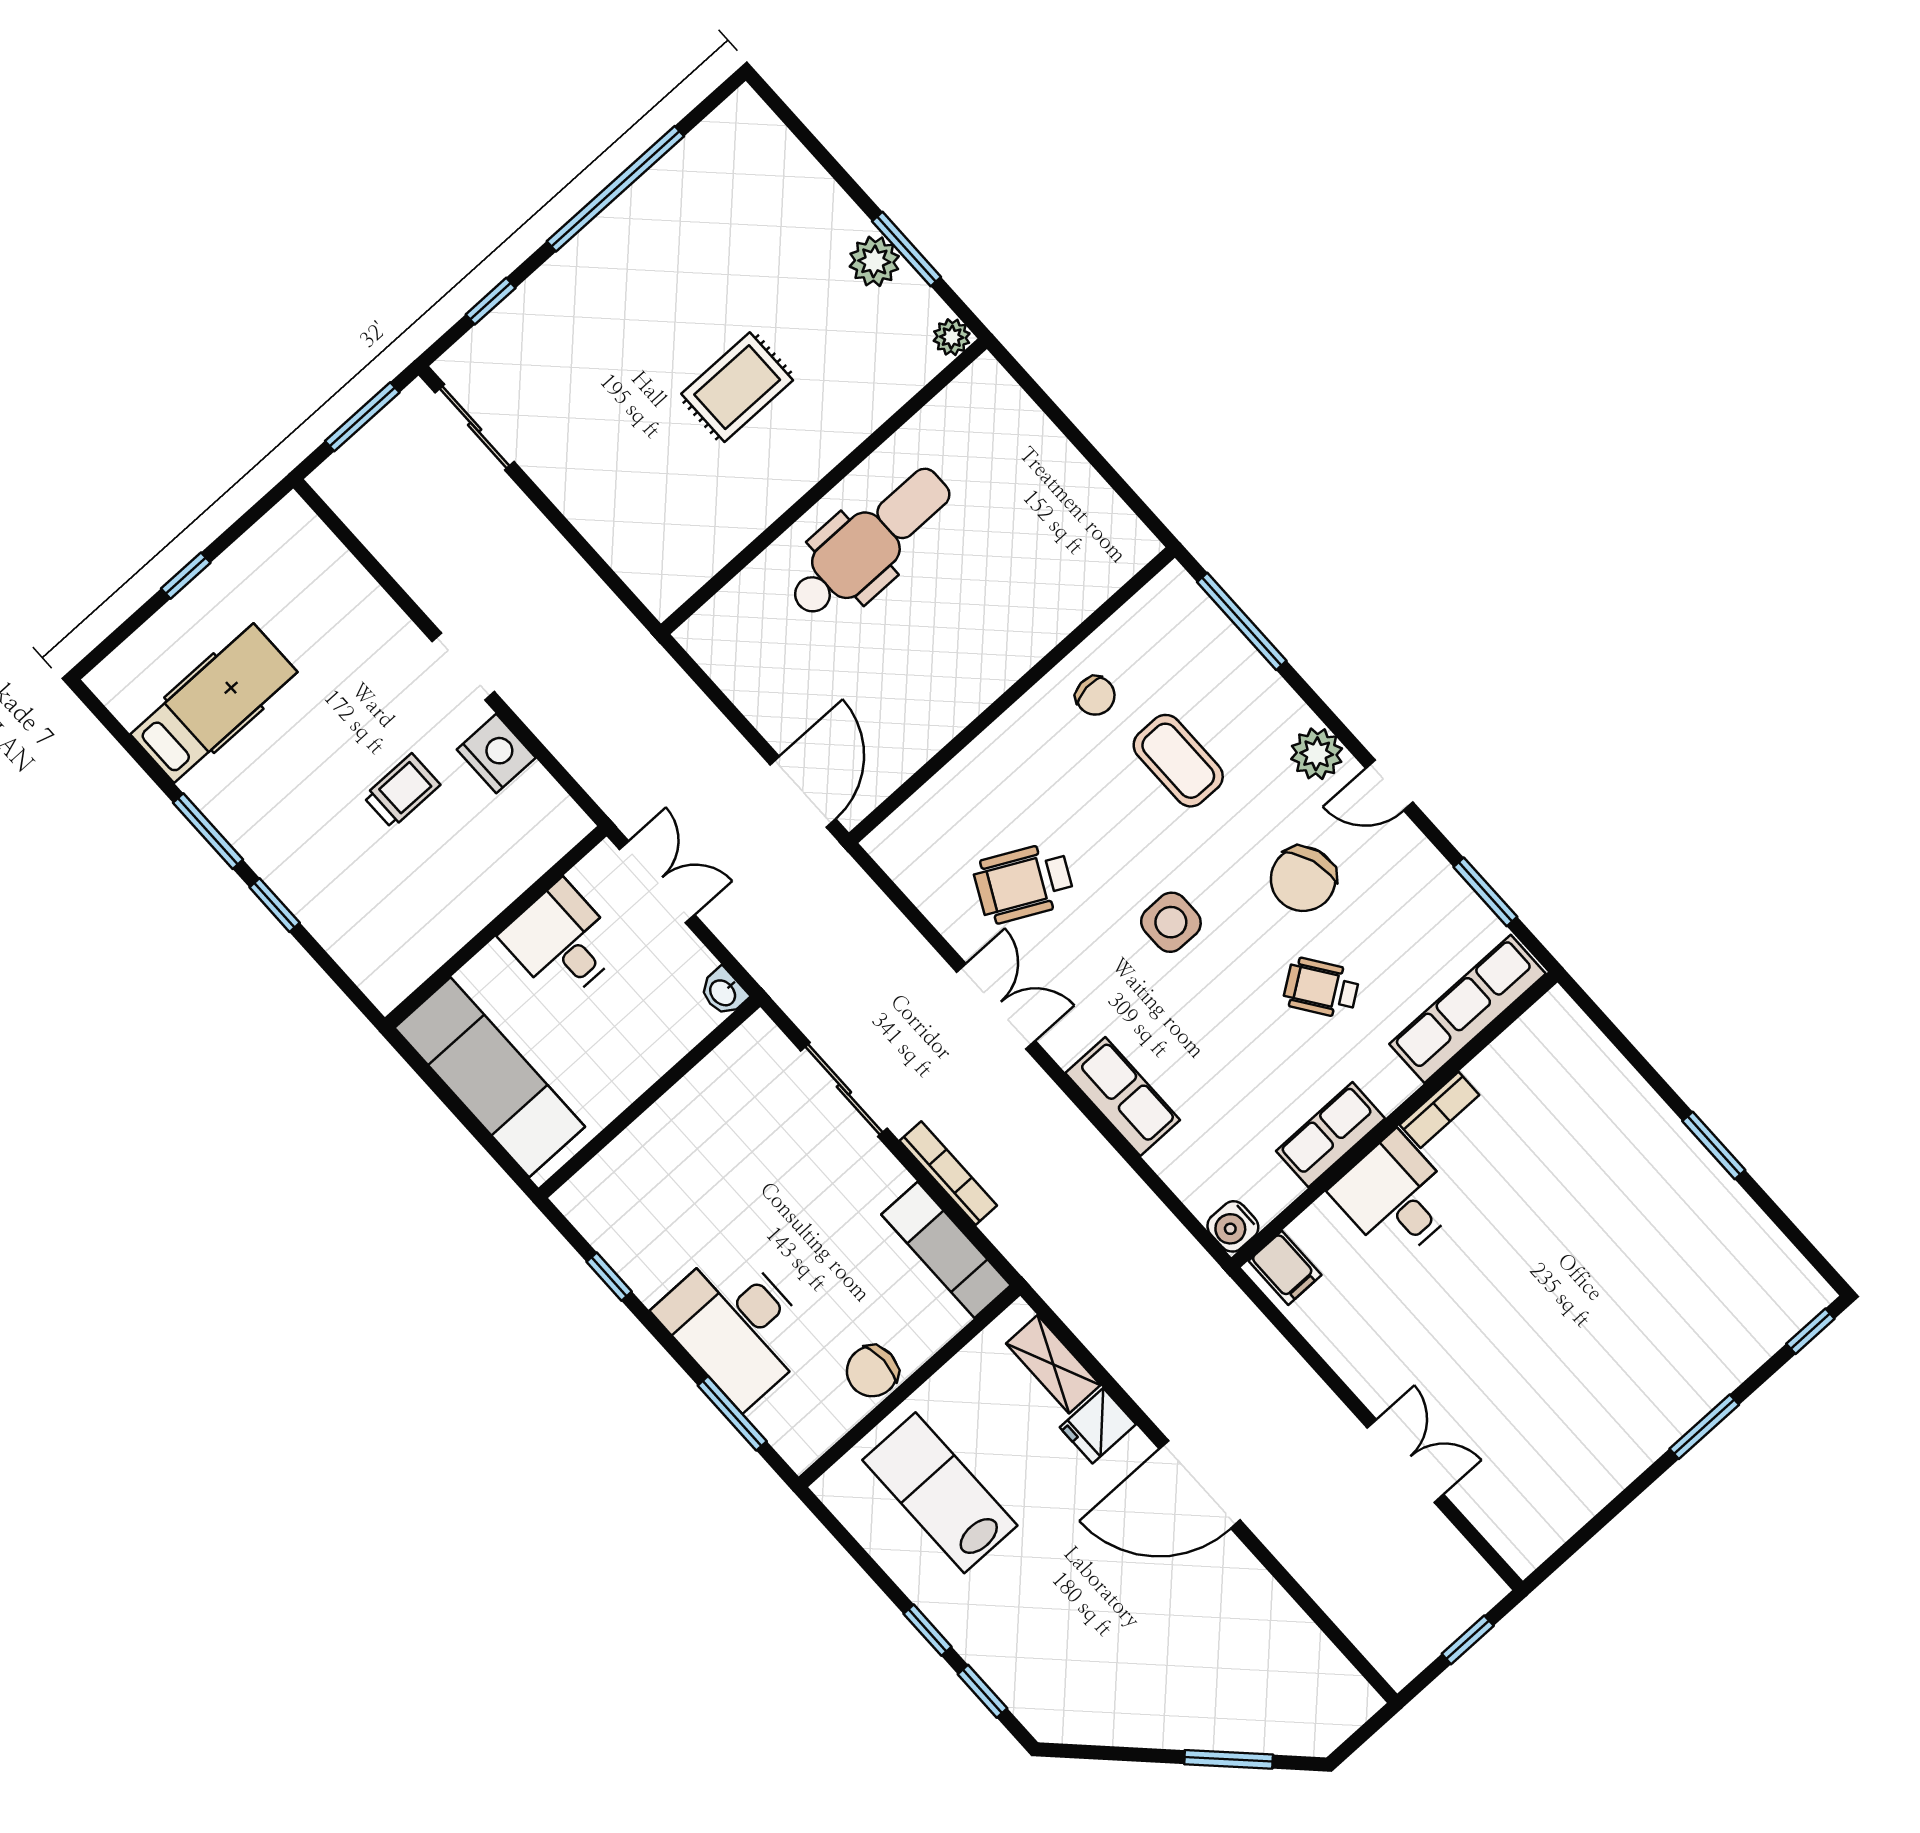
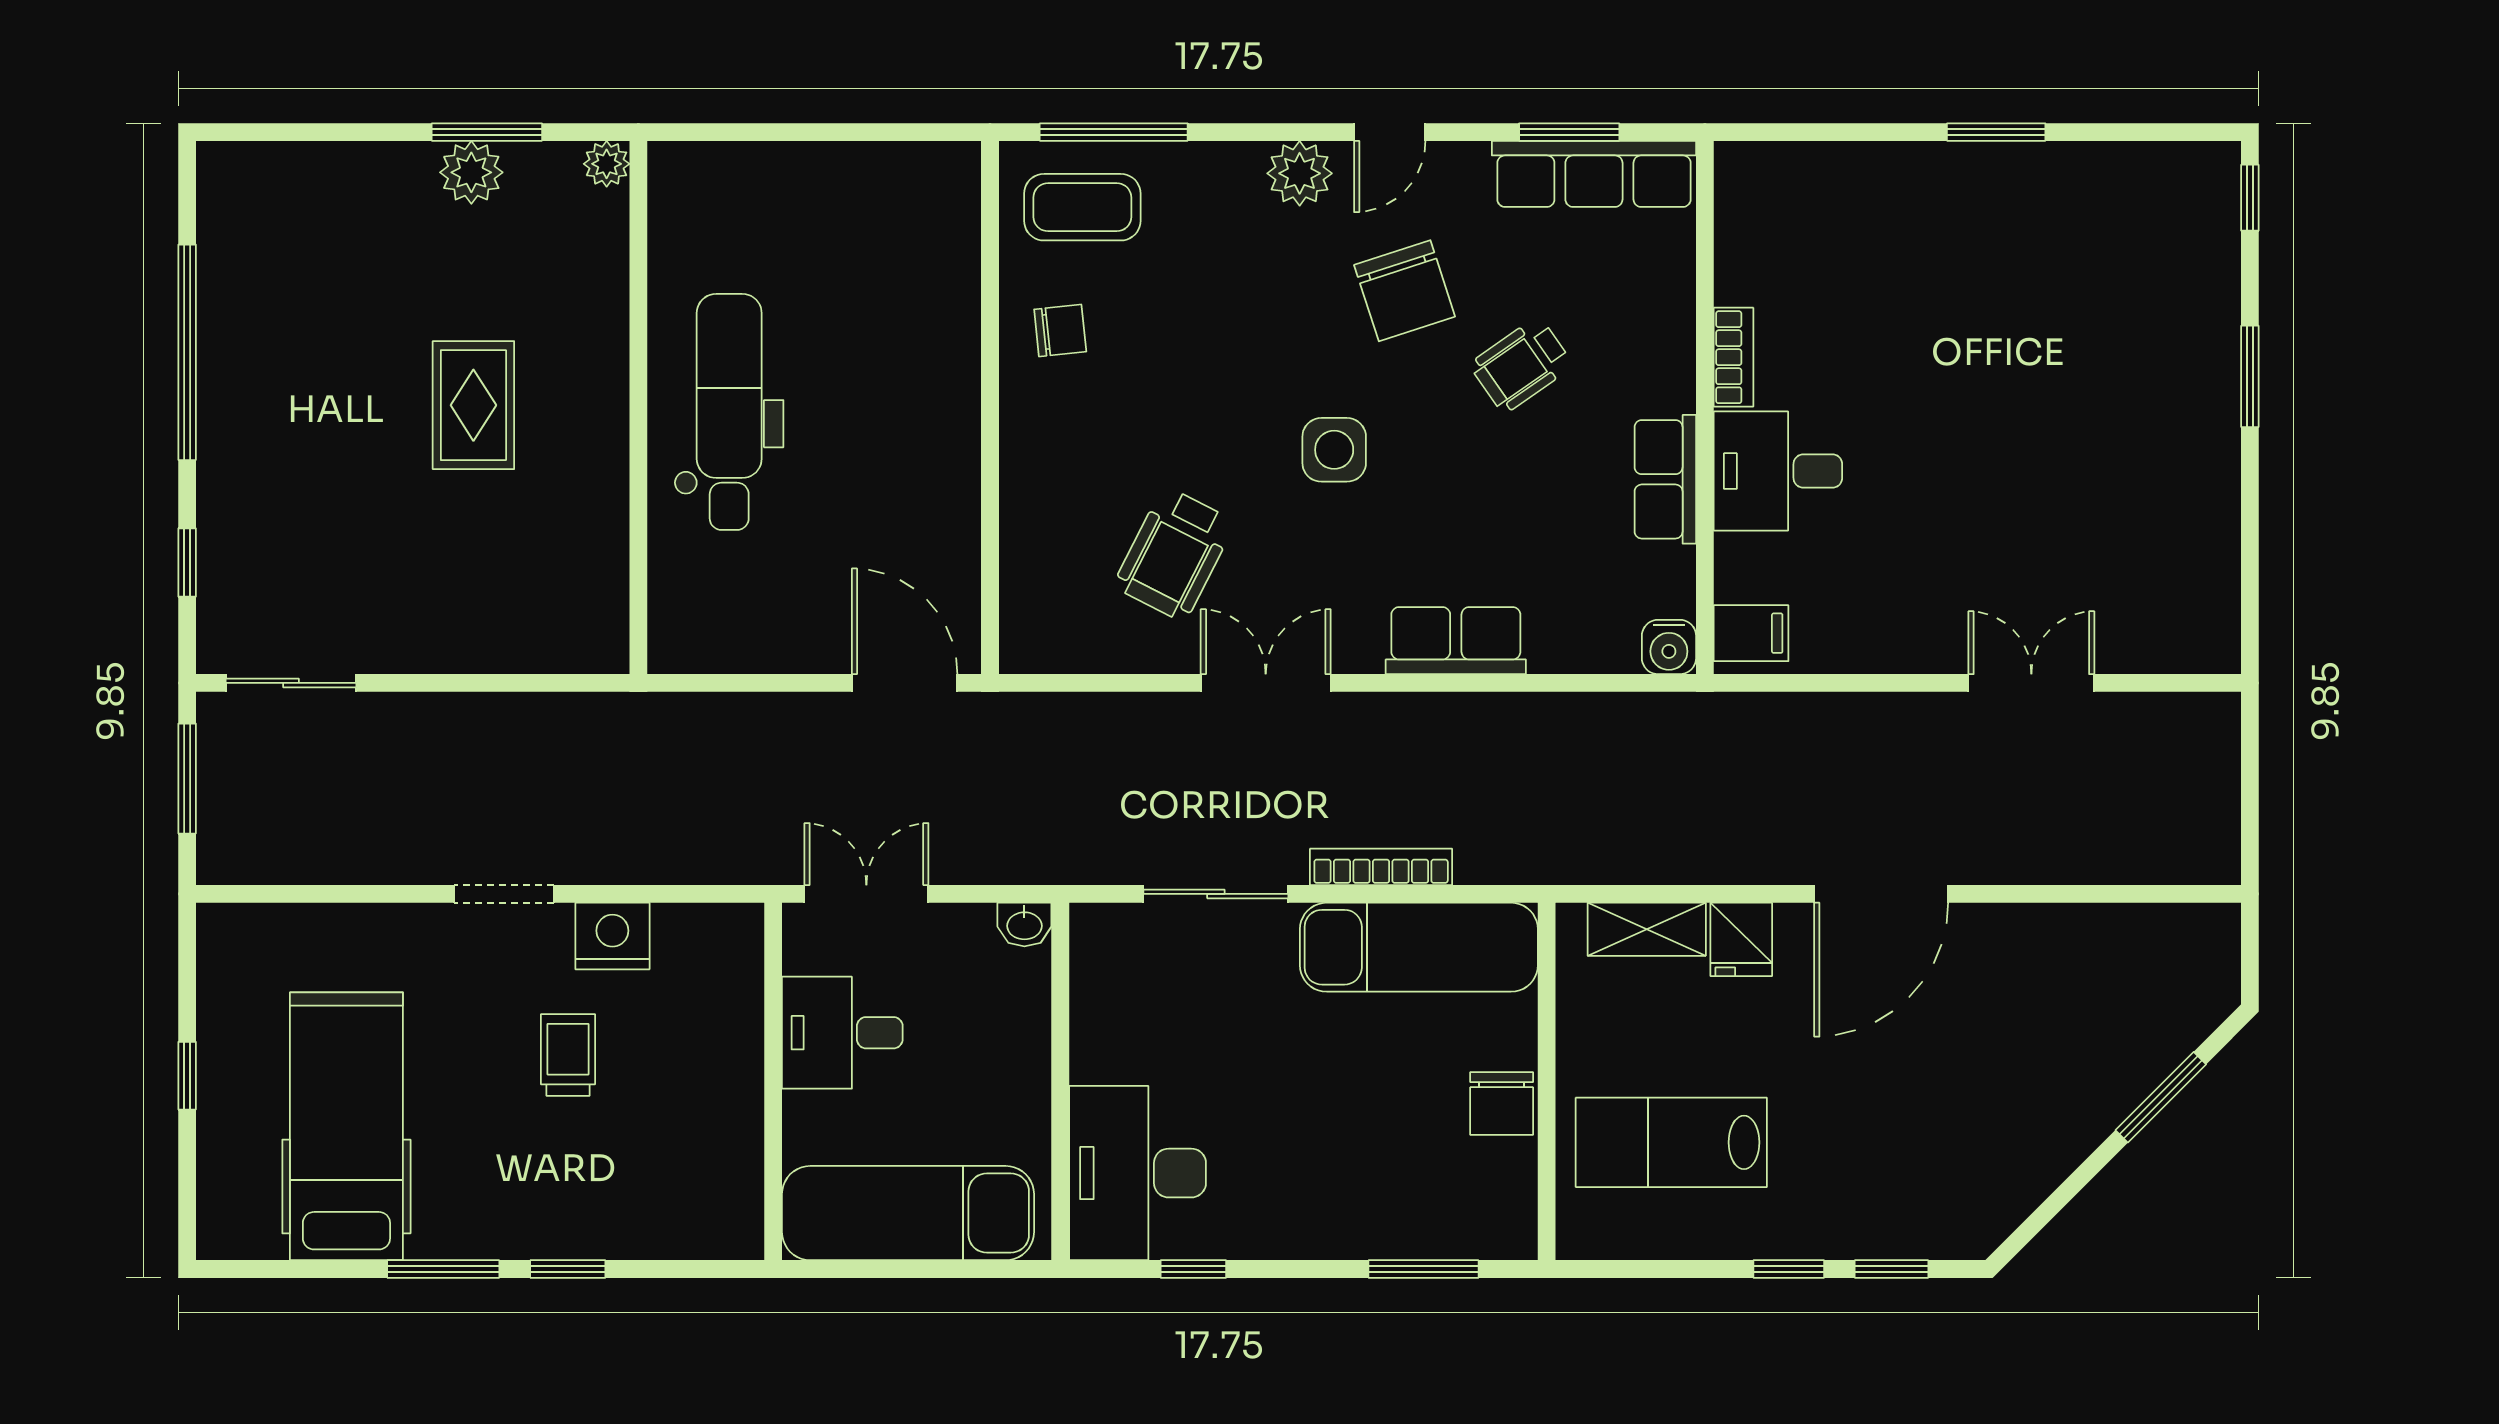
hospital bed: (214, 703) -> (346, 1126), width x1.37, depth x1.29
coffee table: (1178, 761) -> (1082, 207), moved
row of seats: (1468, 1009) -> (1594, 174), moved, turned -90
exam couch: (946, 1250) -> (1419, 947), width x1.36, depth x1.45
desk: (737, 1326) -> (1138, 1173), moved, turned 90
window: (1468, 1640) -> (2250, 775), removed

